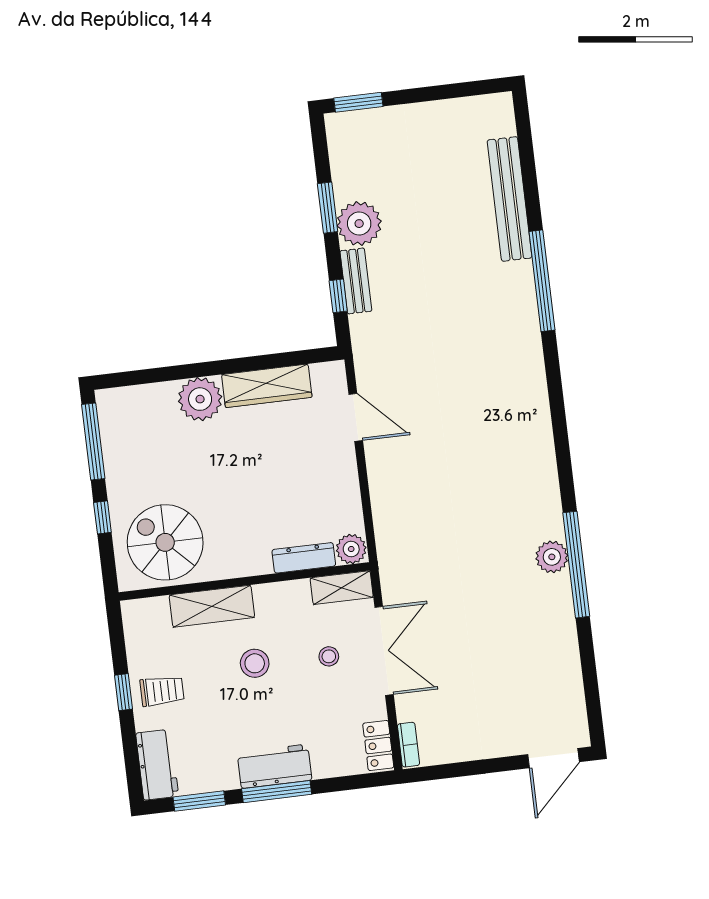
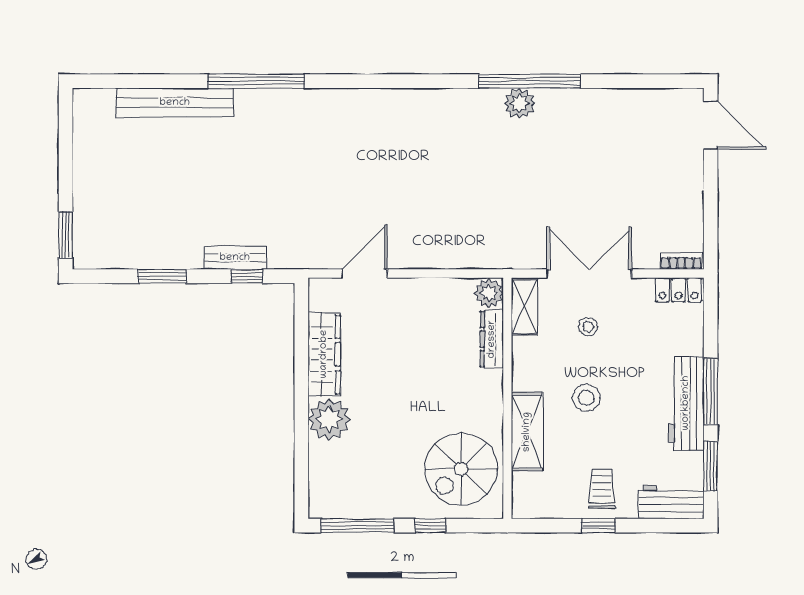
plant: (359, 224) -> (181, 248), removed
workbench: (275, 766) -> (686, 403), width x1.38

